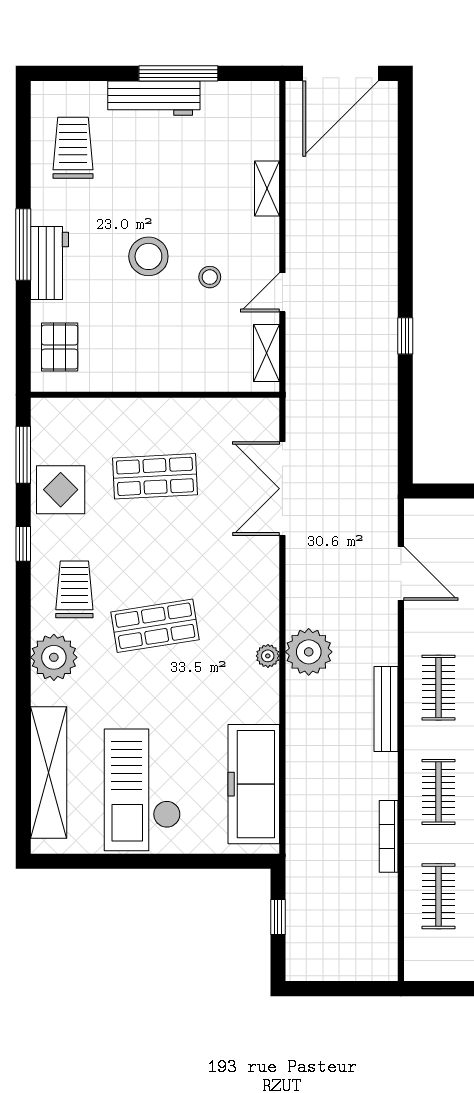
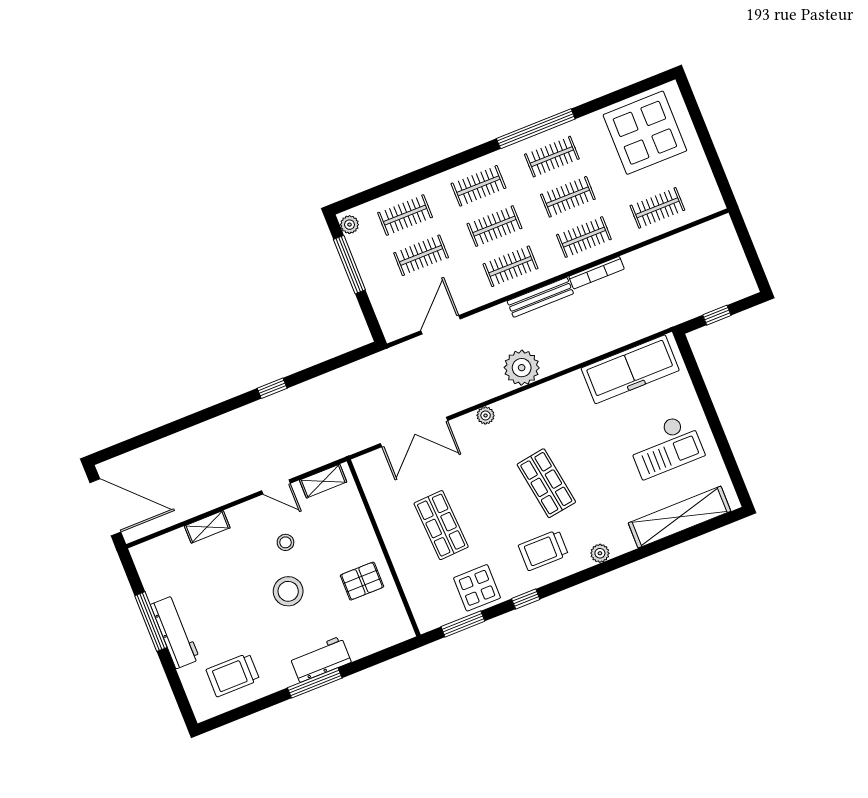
pallet: (60, 347) -> (362, 581), moved
plant: (268, 656) -> (486, 415), moved
plant: (54, 657) -> (600, 553), width x0.53, depth x0.53
checkout: (142, 790) -> (665, 446), width x0.73, depth x0.83
bookcase: (389, 836) -> (597, 273), moved

